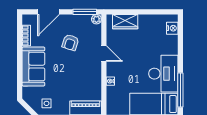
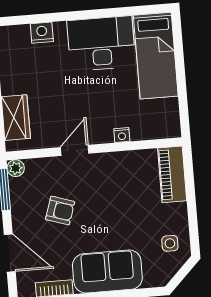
nightstand: (172, 28) -> (42, 33), moved
window: (180, 90) -> (128, 11), removed

